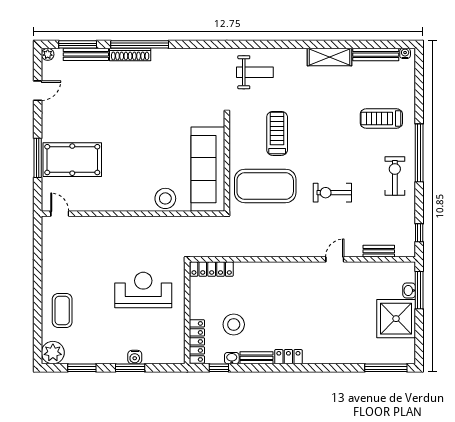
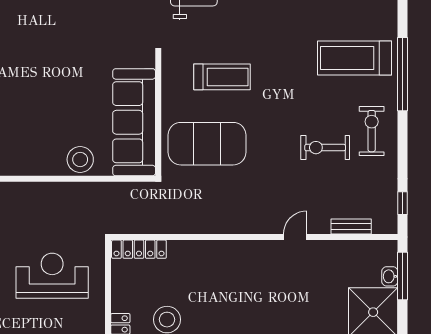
treadmill: (381, 118) -> (354, 58), width x1.37, depth x1.38
treadmill: (277, 133) -> (222, 77), turned 90
window: (419, 153) -> (402, 74), moved
exercise bike: (332, 193) -> (325, 148), moved

